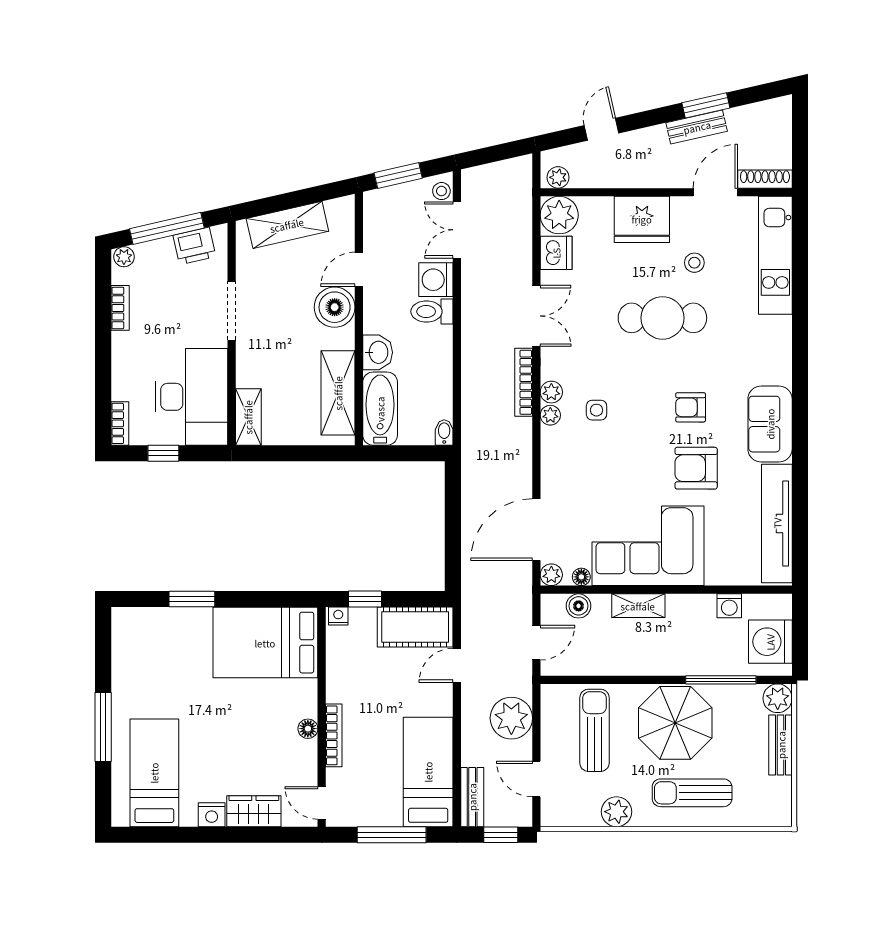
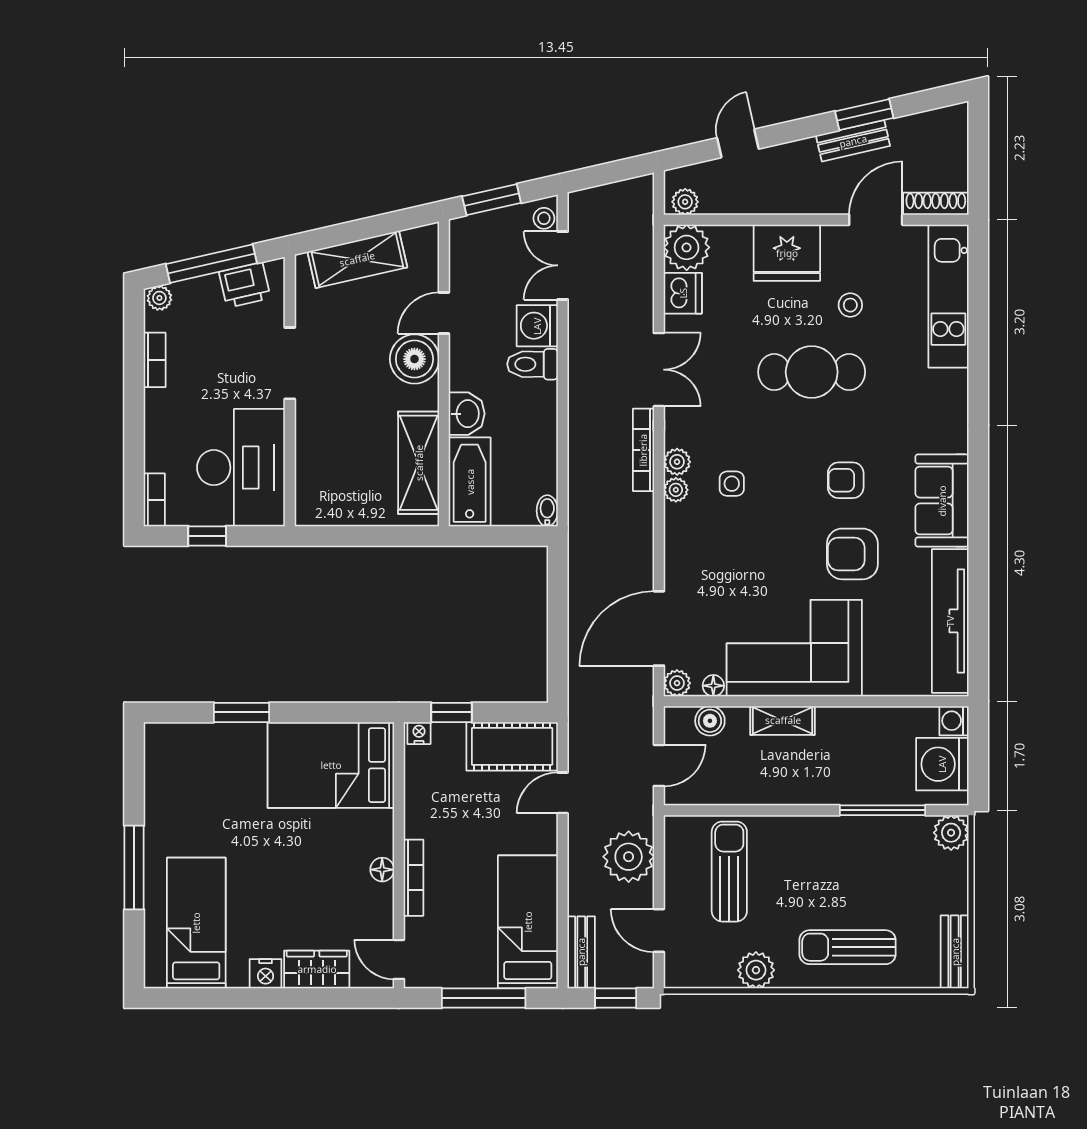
shelving: (248, 417) -> (310, 492), removed
washing machine: (729, 606) -> (954, 721), moved, turned 90
parasol: (675, 723) -> (827, 863), removed
bench: (781, 745) -> (955, 952), moved

